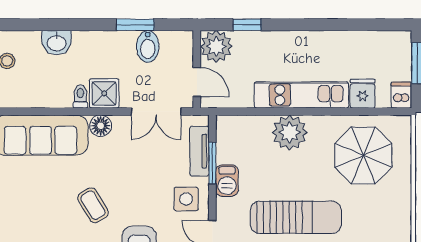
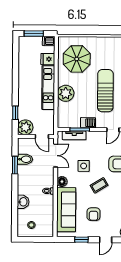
door: (197, 82) -> (42, 136), swing flipped
shower: (104, 93) -> (47, 180), removed
armchair: (31, 194) -> (93, 214), added
side table: (186, 199) -> (84, 166), moved

